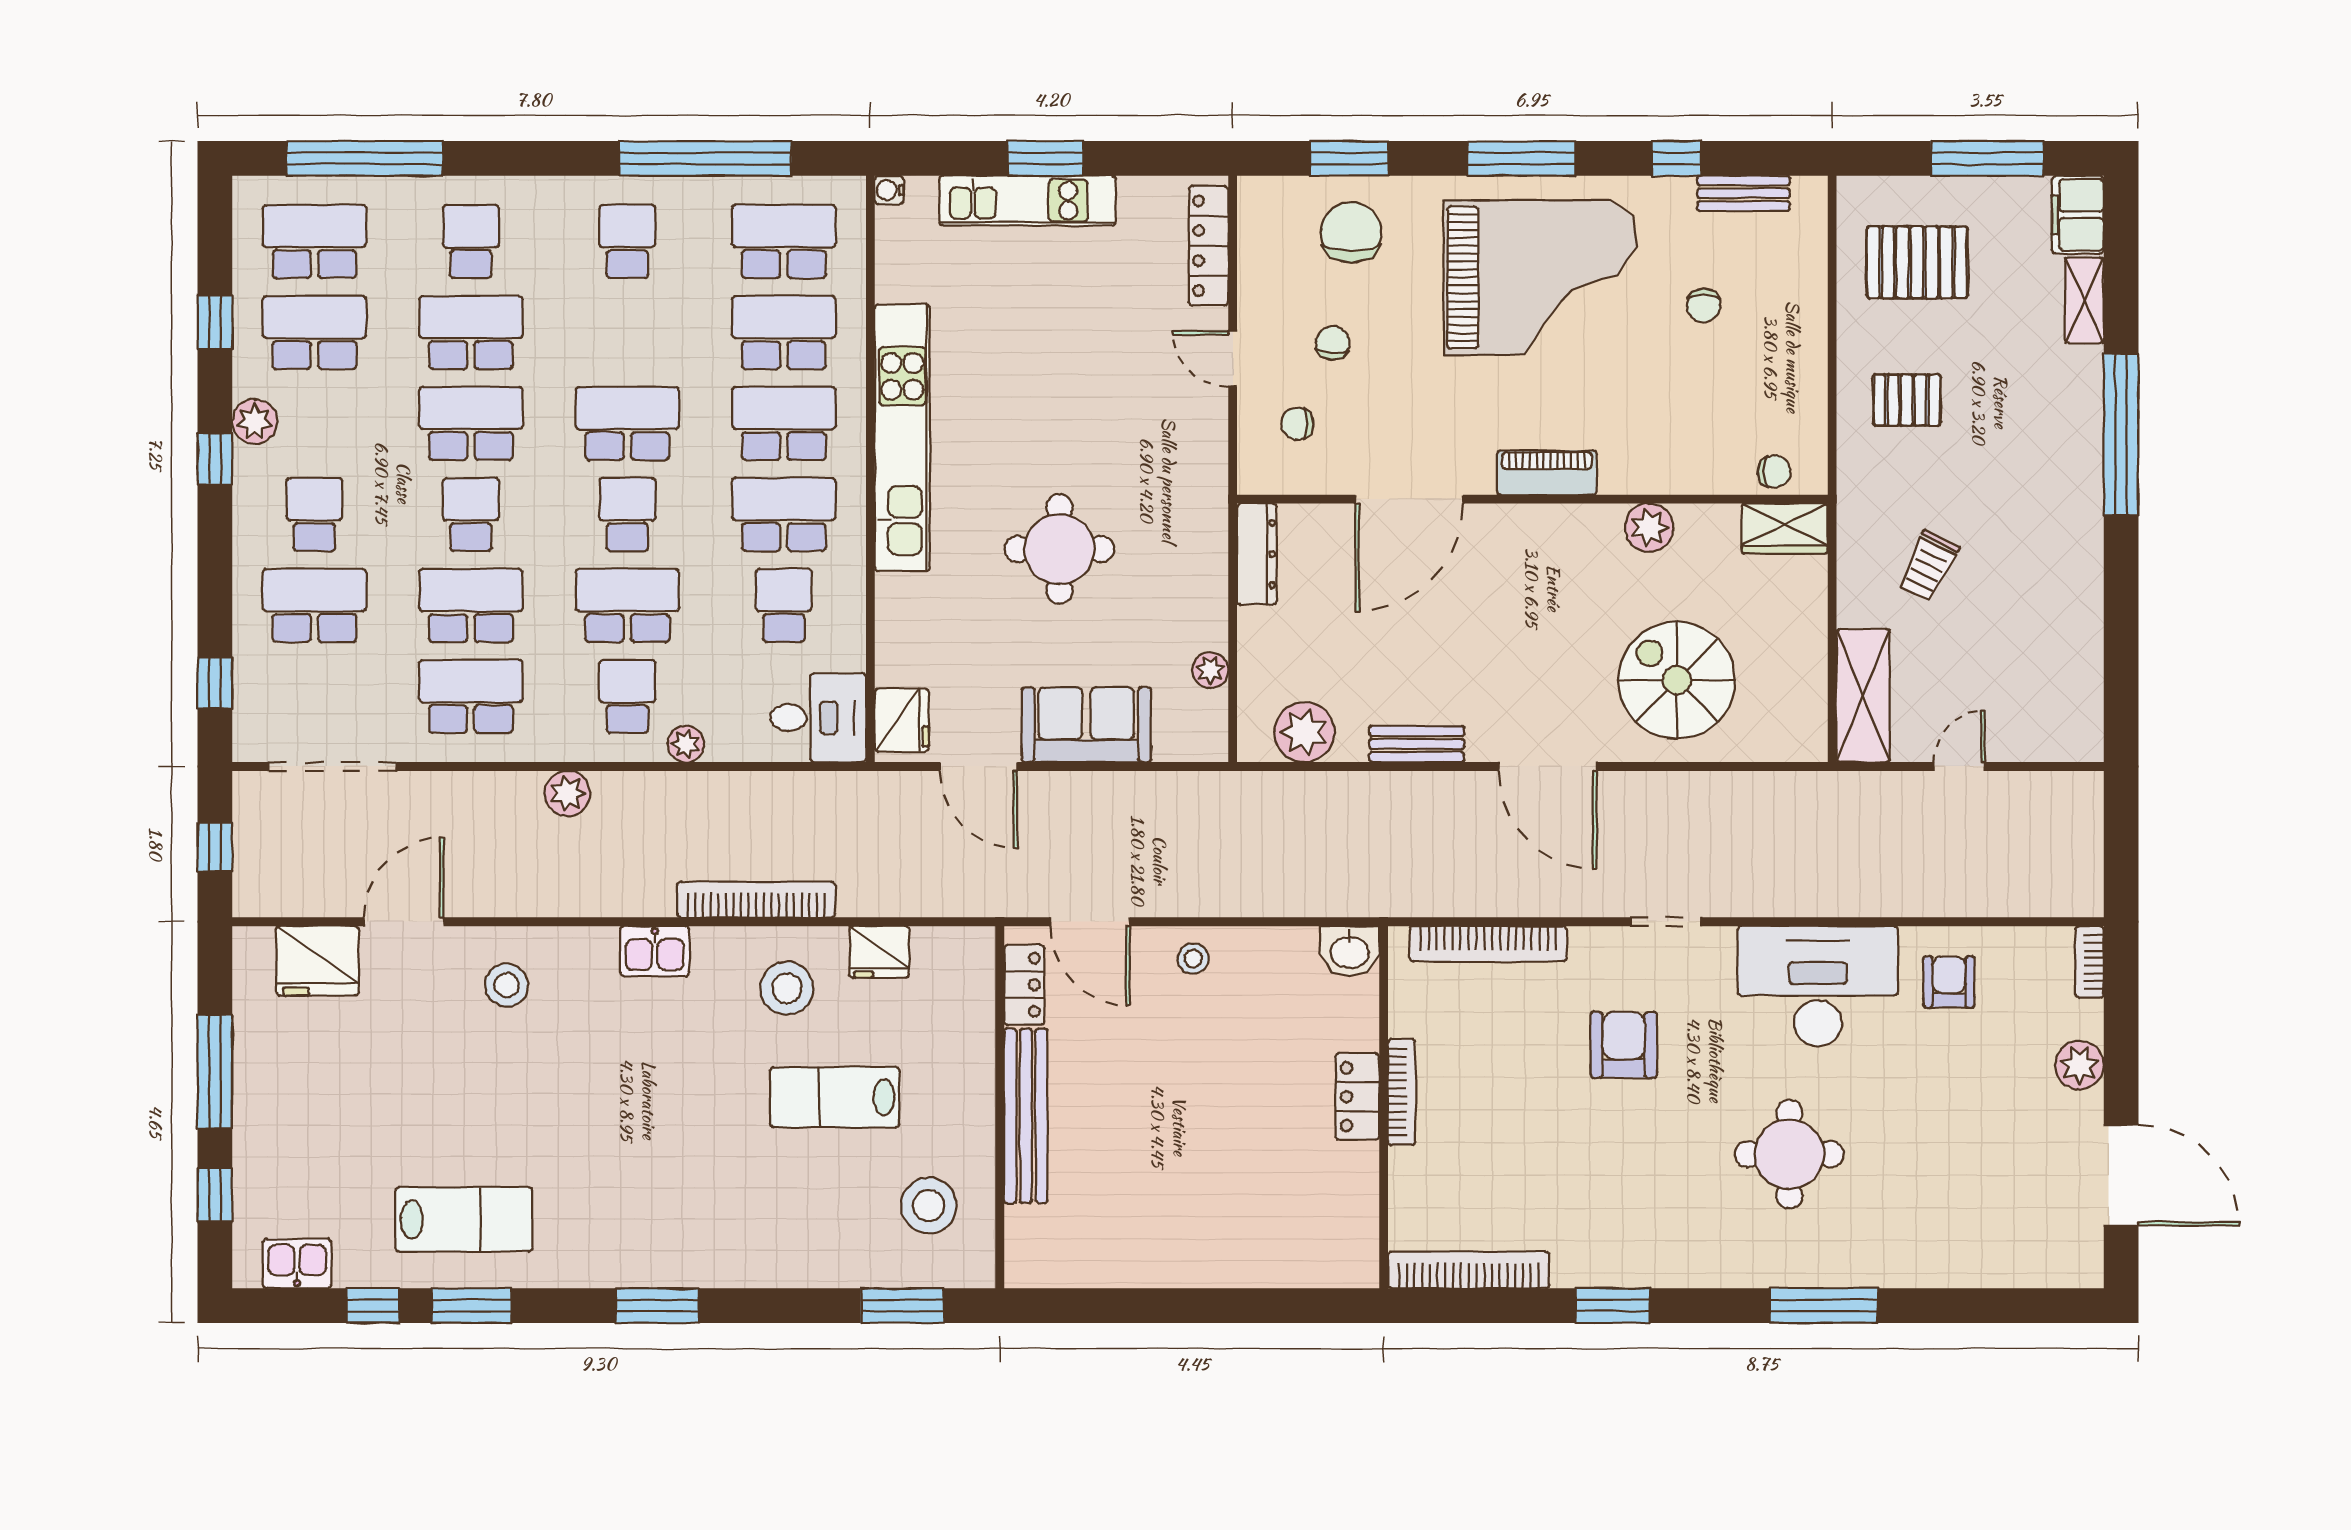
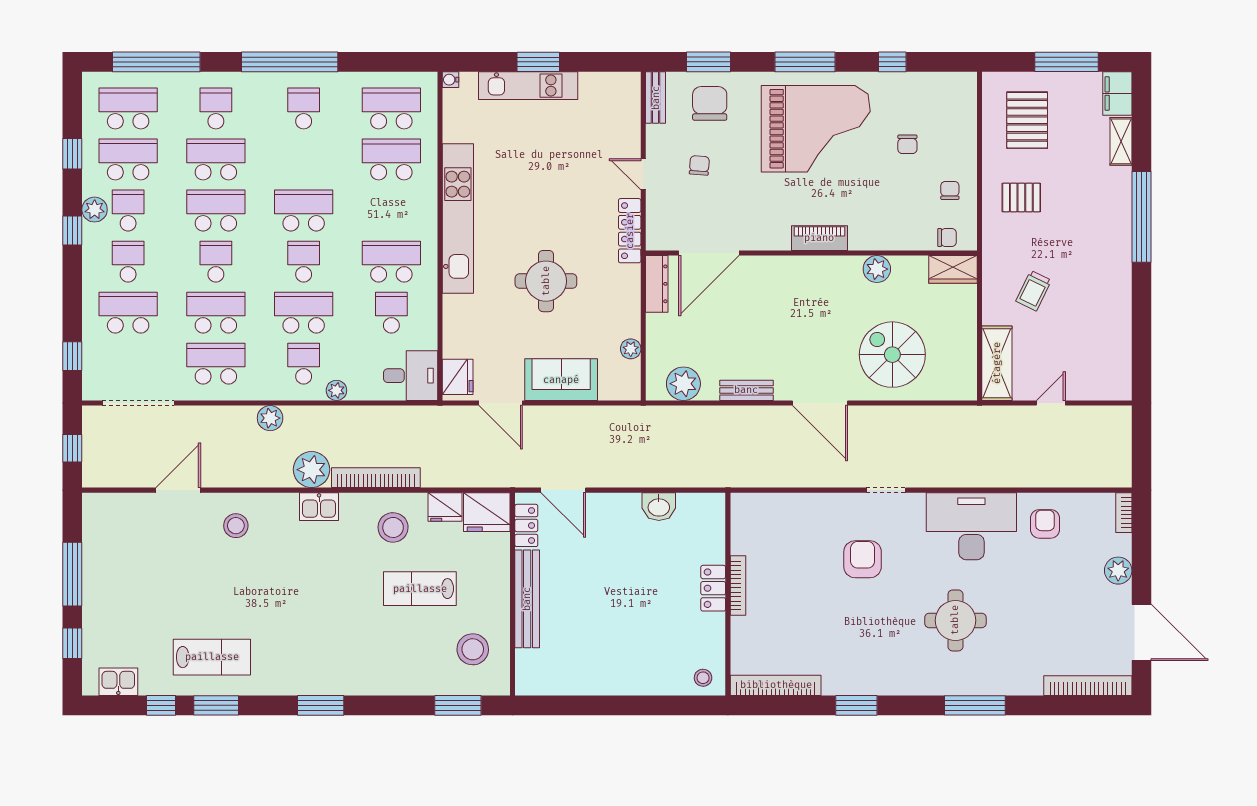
window: (705, 158) -> (290, 62), moved
bench: (1744, 193) -> (656, 98), moved, turned 90
locker: (1209, 246) -> (630, 231), moved
pallet: (1917, 262) -> (1027, 120), turned 90
school desk: (784, 423) -> (128, 211), moved, width x0.54
chair: (1297, 424) -> (950, 190), moved, turned 90
door: (1409, 499) -> (709, 253), moved
plant: (641, 885) -> (311, 470), added
bookcase: (1488, 944) -> (1088, 686), moved, turned 180
washbasin: (1350, 951) -> (659, 507), moved
stool: (1193, 959) -> (703, 678), moved
fridge: (317, 961) -> (487, 512), moved

